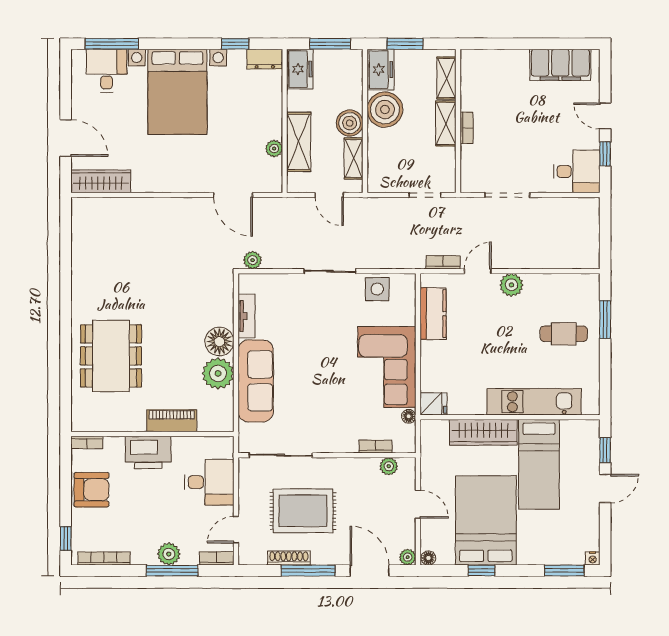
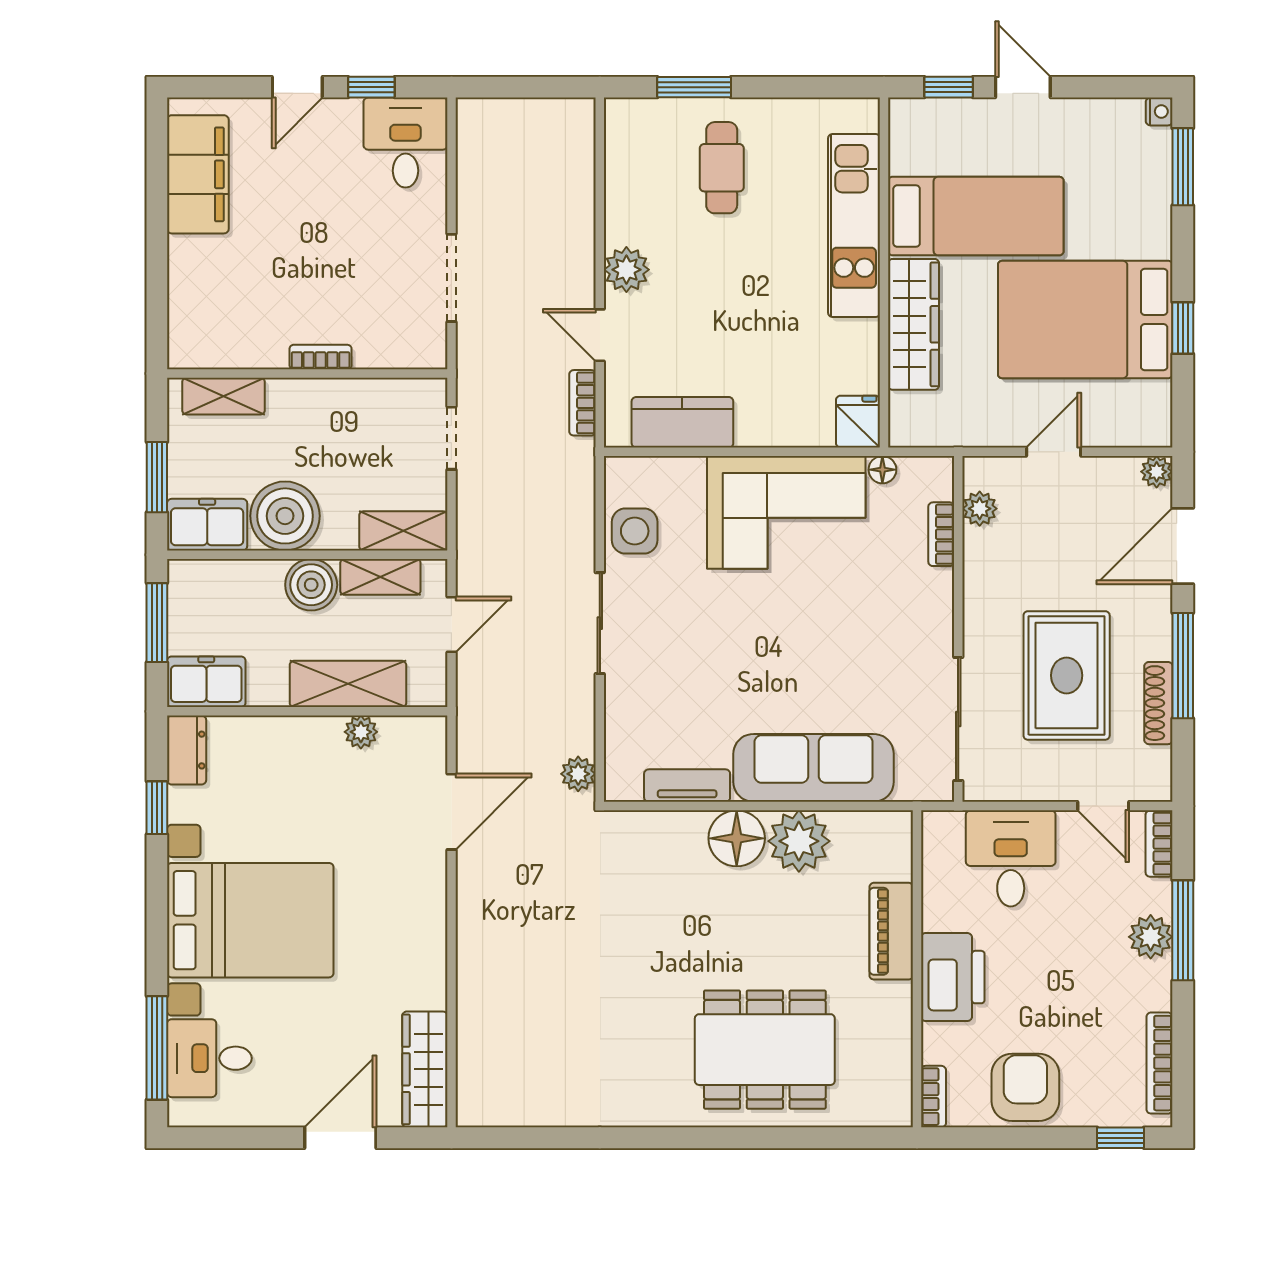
shelving: (446, 123) -> (403, 531), moved
floor lamp: (428, 558) -> (1158, 431), removed

